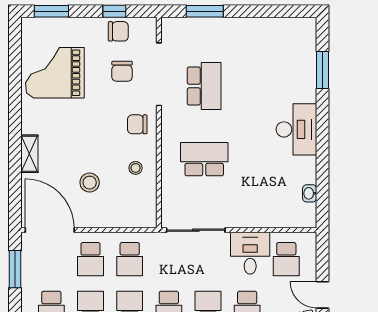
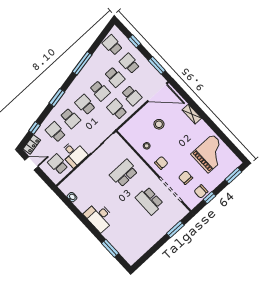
school desk: (204, 159) -> (124, 173), turned 180
school desk: (91, 259) -> (132, 96), turned 180

